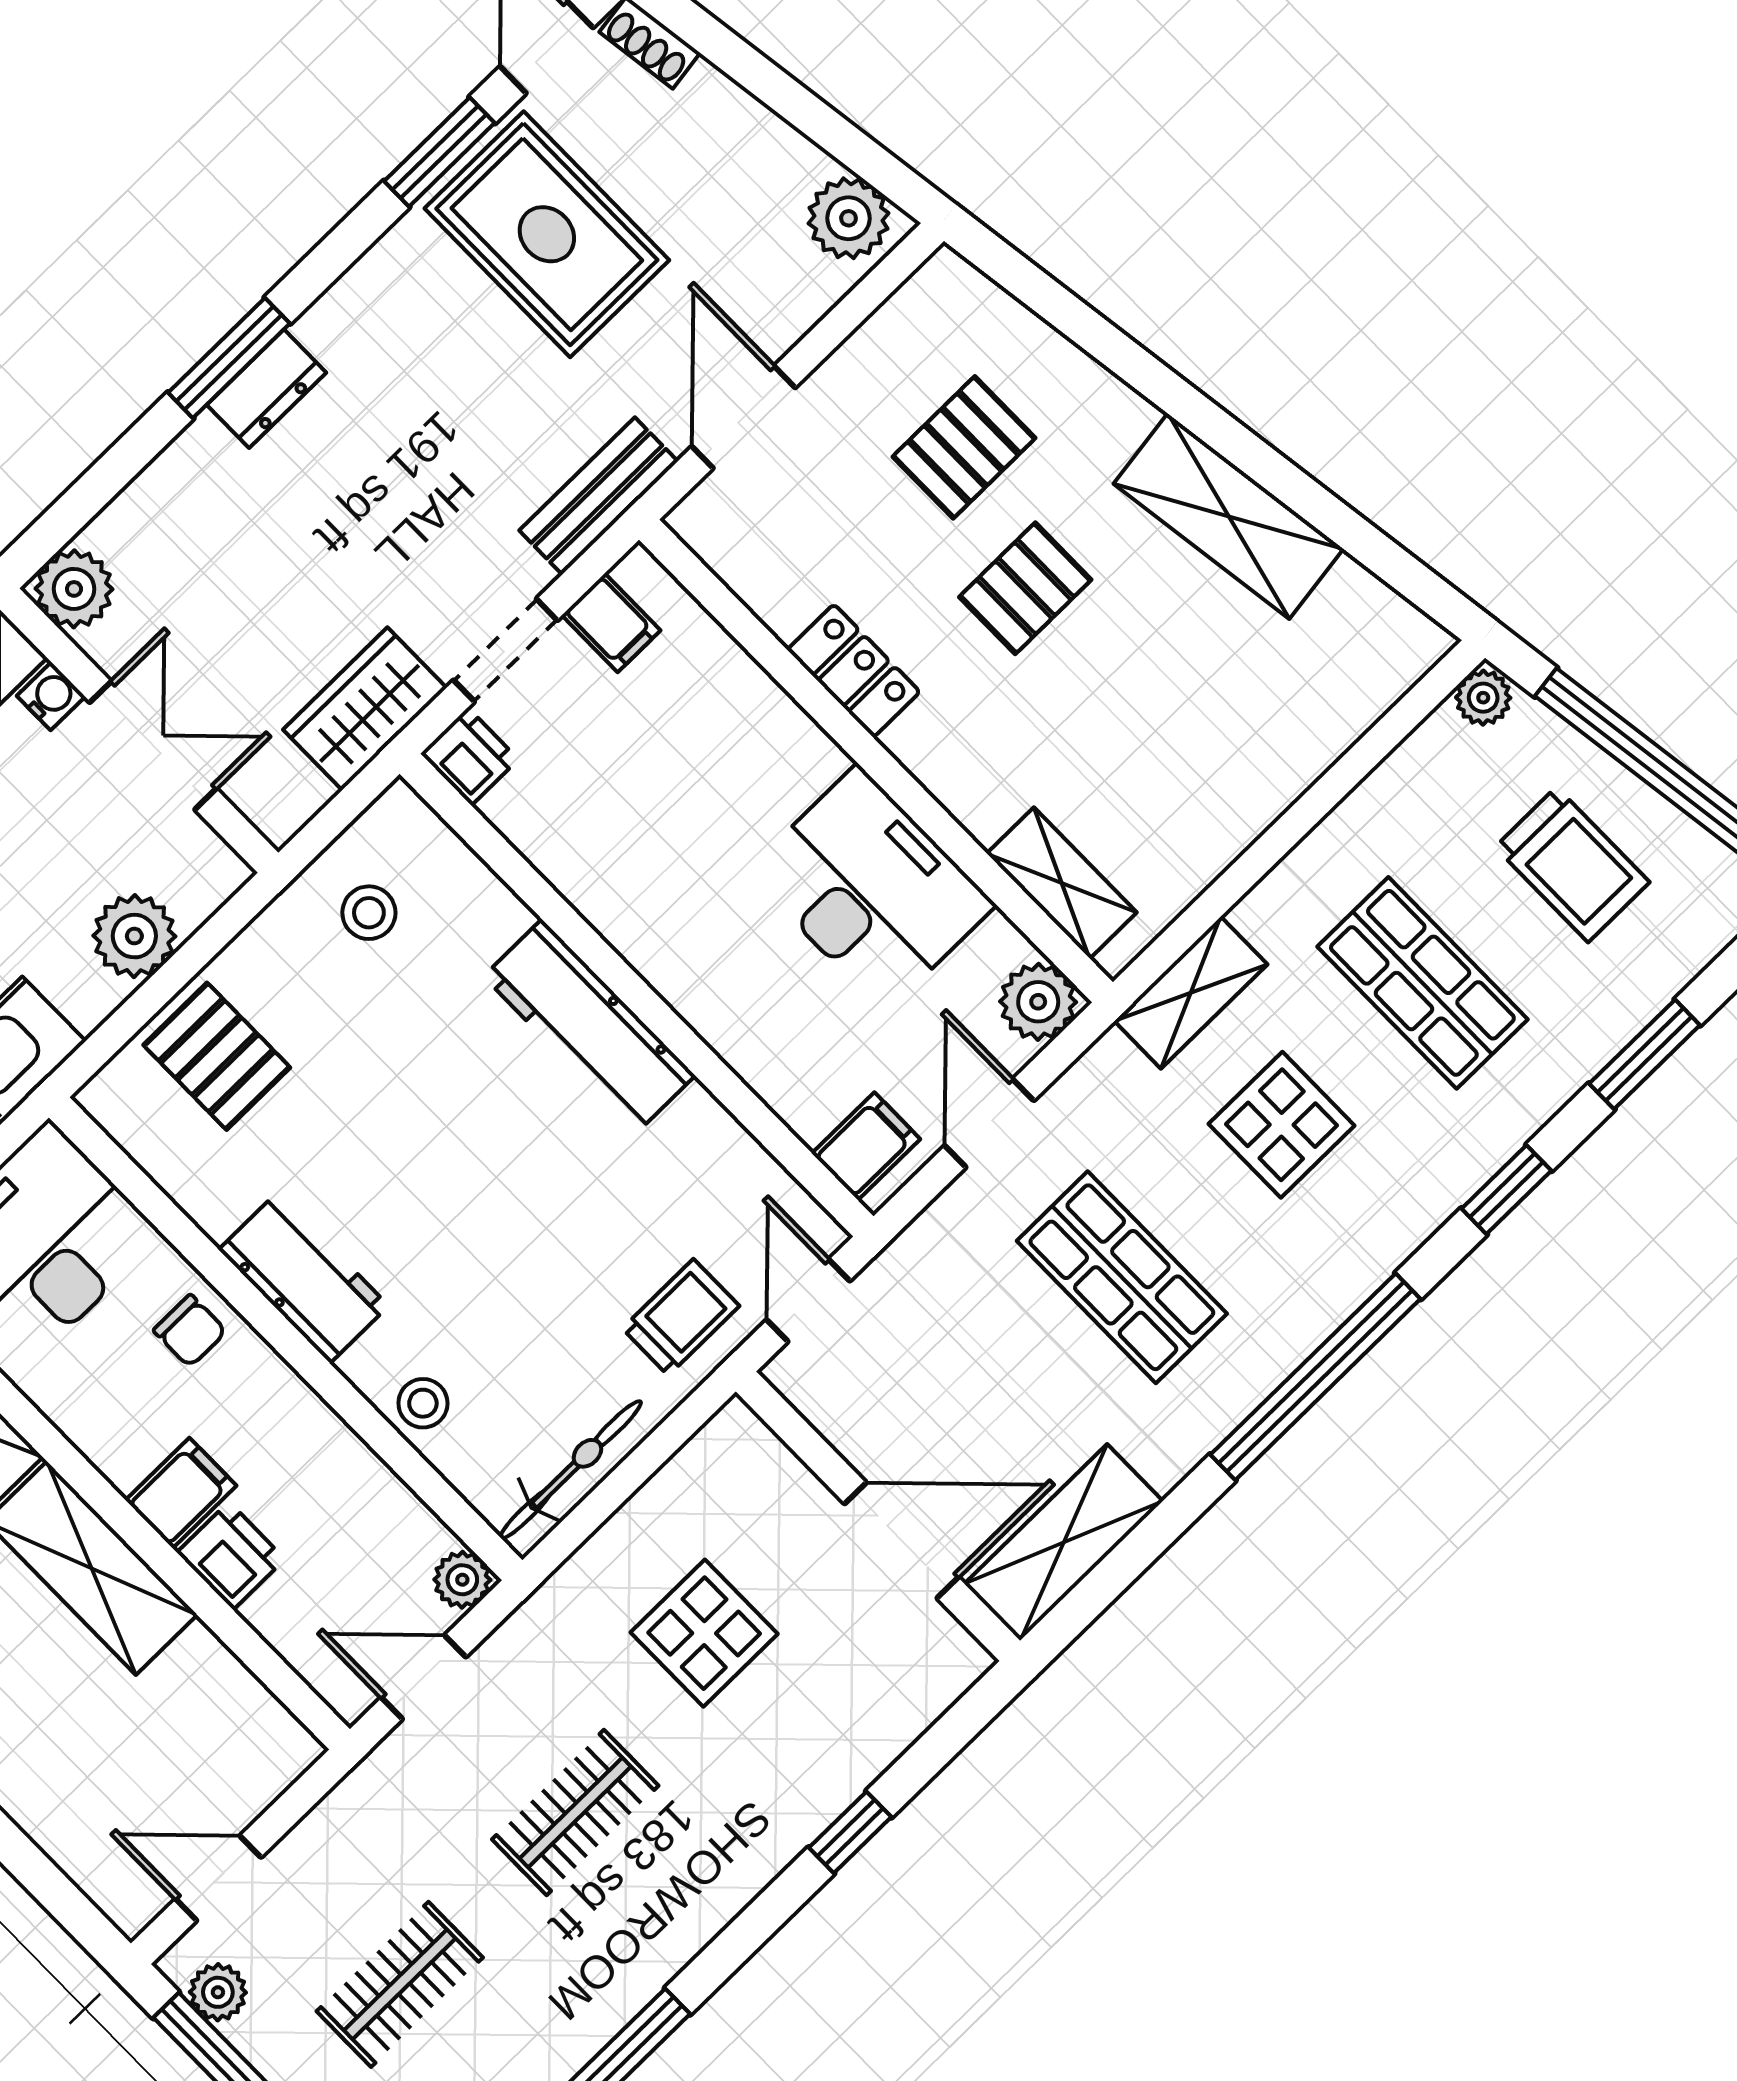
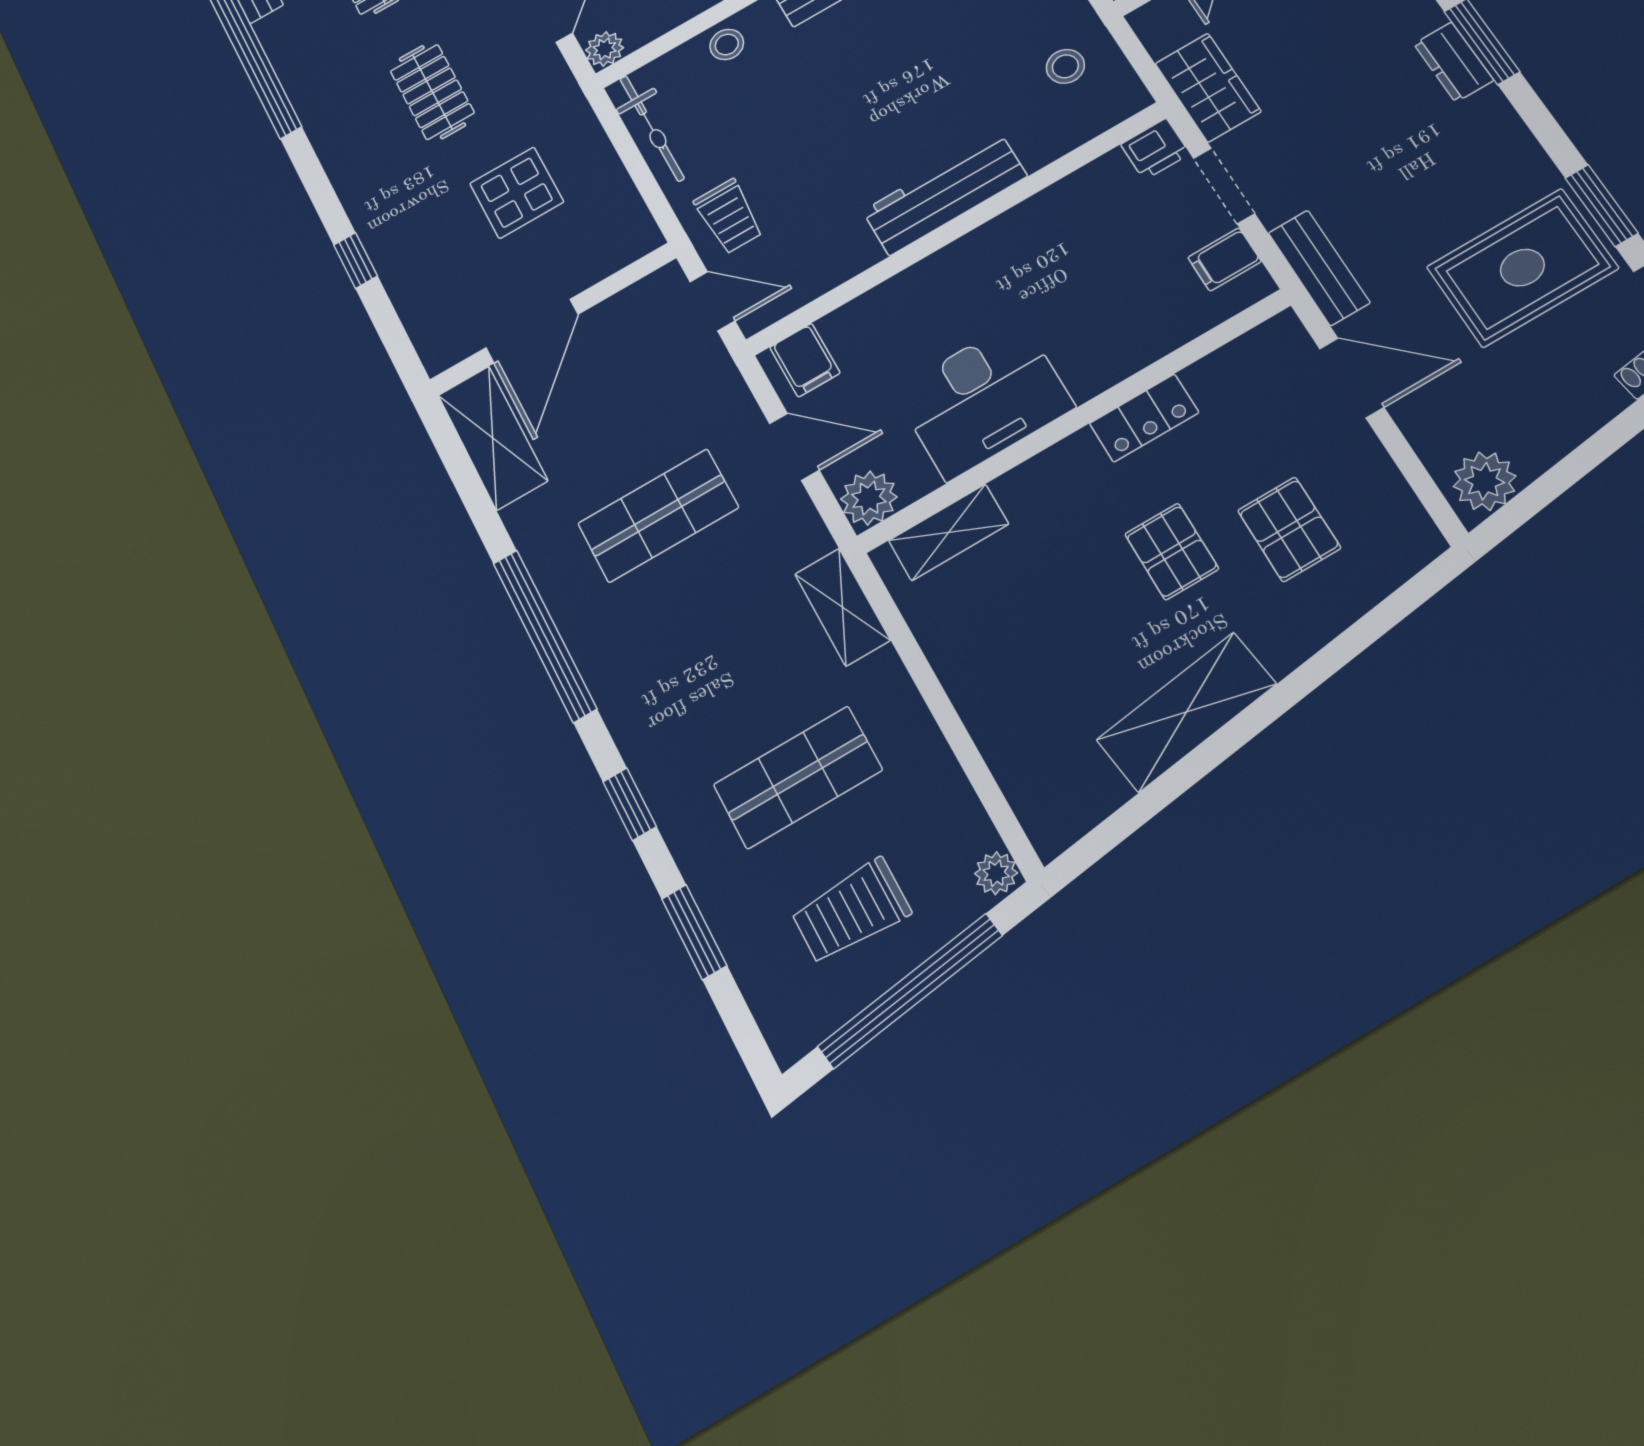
display table: (1282, 1125) -> (728, 651), removed

